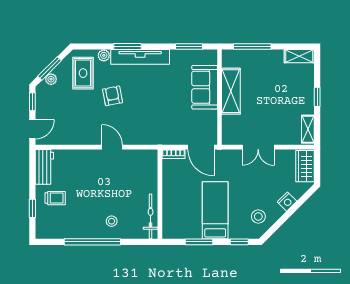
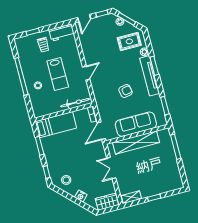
shelving: (299, 56) -> (177, 179), removed
sofa: (205, 87) -> (136, 124), width x1.36
shelving: (231, 91) -> (136, 143), width x1.47
armchair: (113, 96) -> (126, 91), moved
door: (32, 129) -> (84, 18), hinge flipped
lab bench: (103, 189) -> (58, 74), added
bed: (215, 210) -> (56, 125), moved
bicycle: (151, 216) -> (75, 103), moved

